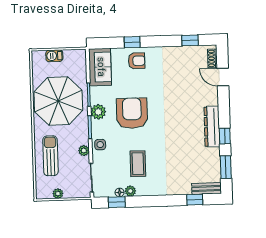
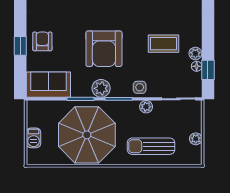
armchair: (132, 113) -> (104, 49), turned -90

